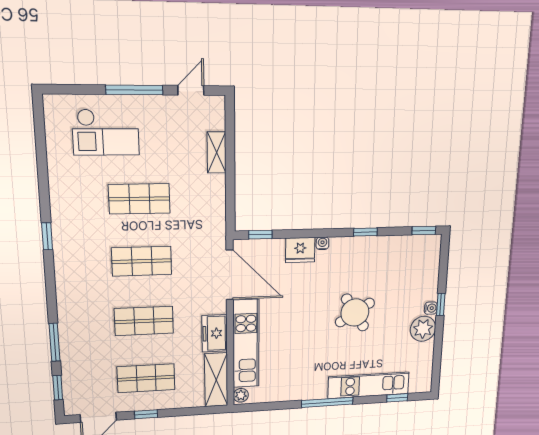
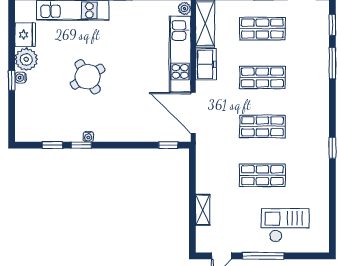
window: (424, 231) -> (52, 145), moved
water cooler: (322, 243) -> (88, 137), moved
fridge: (300, 250) -> (25, 35), moved, turned 90

